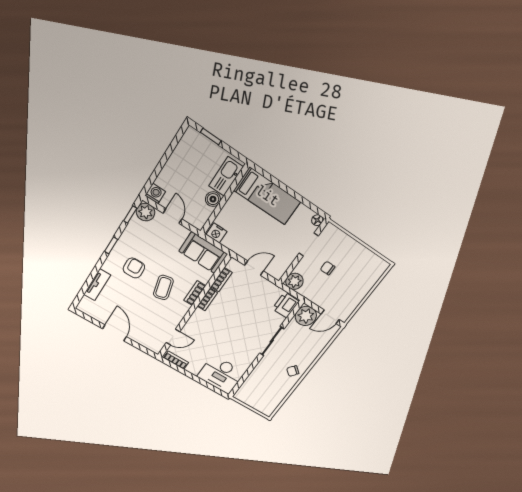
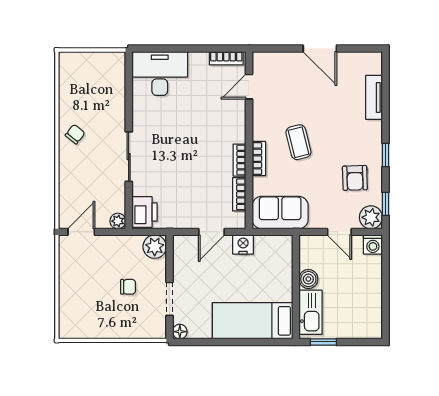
window: (211, 137) -> (323, 342), moved
nightstand: (216, 233) -> (243, 245), moved
armchair: (134, 268) -> (355, 178), moved
plant: (306, 316) -> (118, 221), width x0.53, depth x0.53

